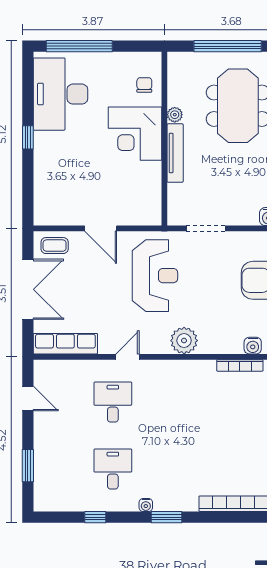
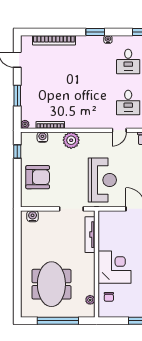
plant: (175, 115) -> (90, 300), moved
tv unit: (175, 153) -> (90, 235), moved
reception desk: (155, 276) -> (102, 180), turned 180
plant: (184, 341) -> (71, 140), moved

